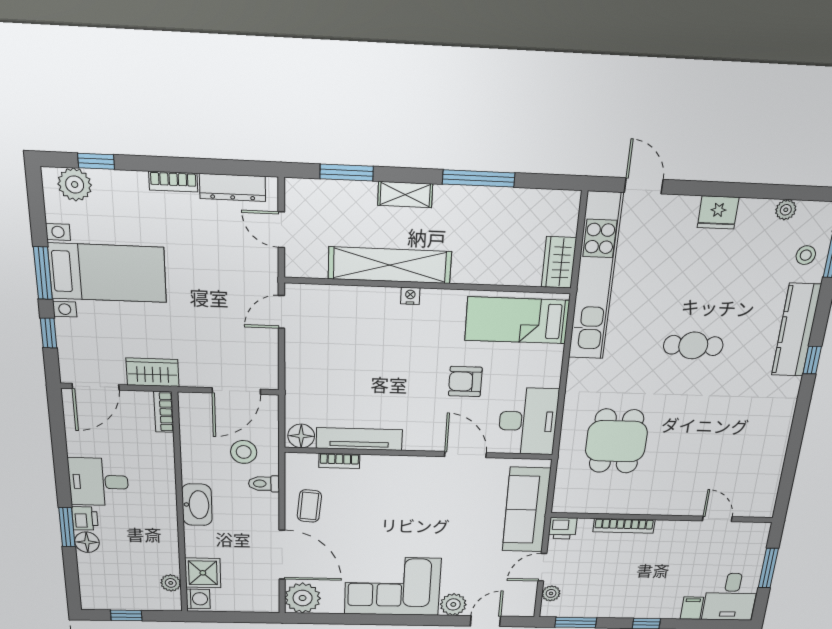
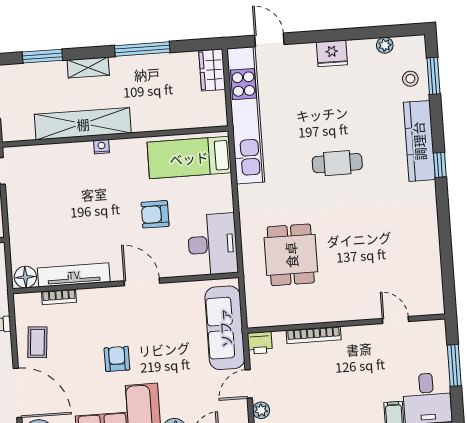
wardrobe: (559, 262) -> (212, 70), moved
door: (465, 455) -> (142, 282), moved
armchair: (399, 531) -> (117, 359), added

